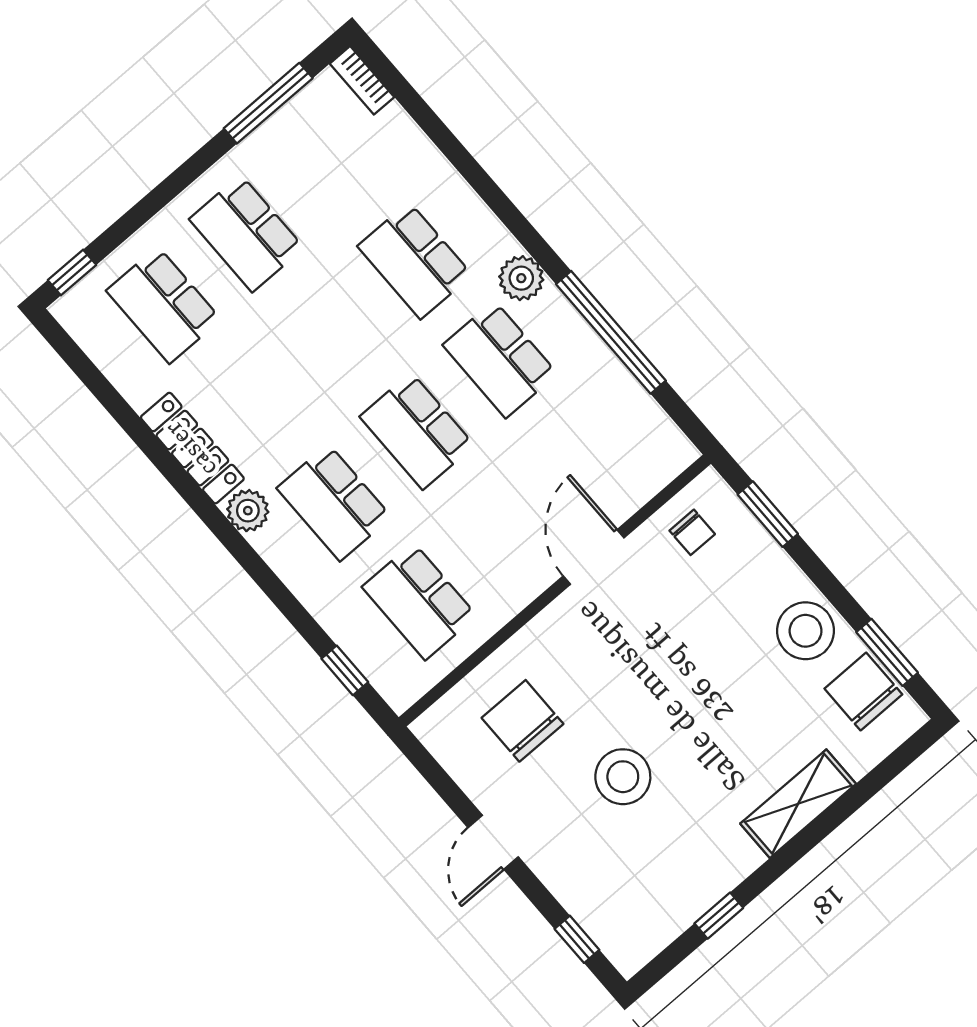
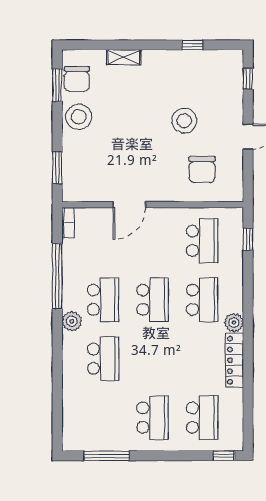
bookcase: (362, 80) -> (68, 223), moved
chair: (692, 532) -> (88, 184), removed
shelving: (798, 804) -> (124, 57), width x0.67, depth x0.75

